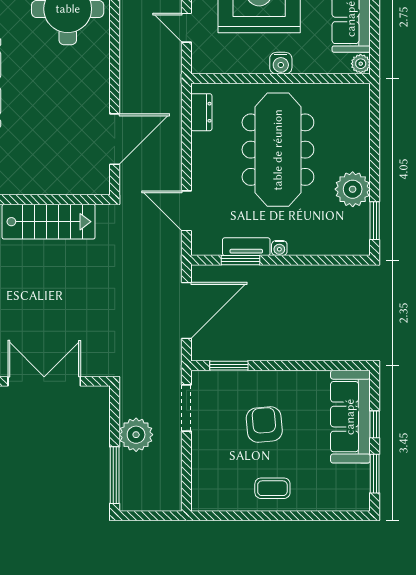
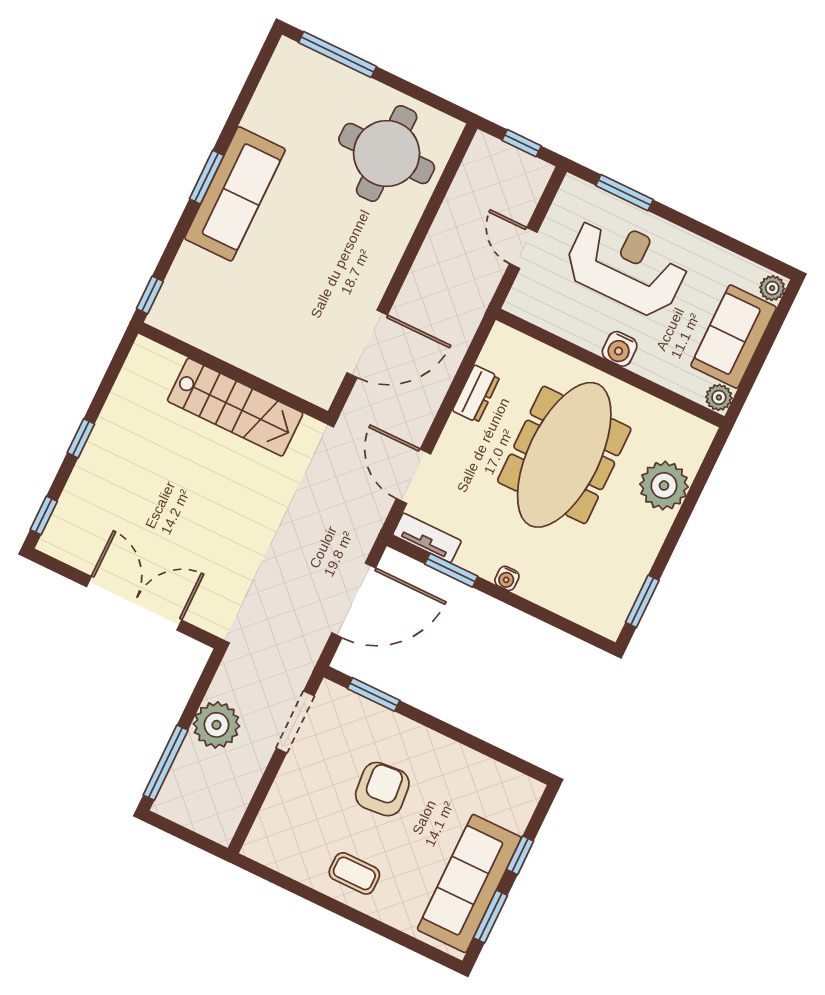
dresser: (201, 112) -> (476, 394), moved
plant: (353, 189) -> (664, 486), moved
tv unit: (246, 247) -> (427, 538), moved
sofa: (350, 417) -> (469, 883), moved

